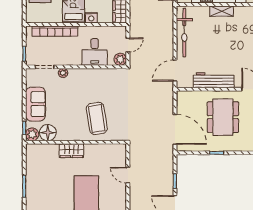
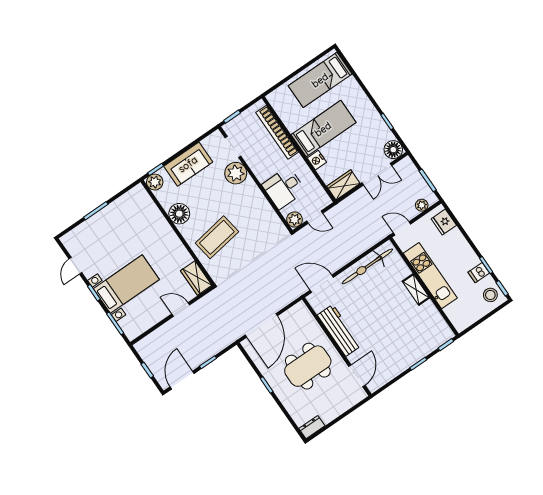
plant: (63, 73) -> (236, 173), width x1.87, depth x1.87
floor lamp: (48, 133) -> (179, 214), moved
wardrobe: (71, 151) -> (196, 278), moved
door: (128, 175) -> (181, 309), hinge flipped

